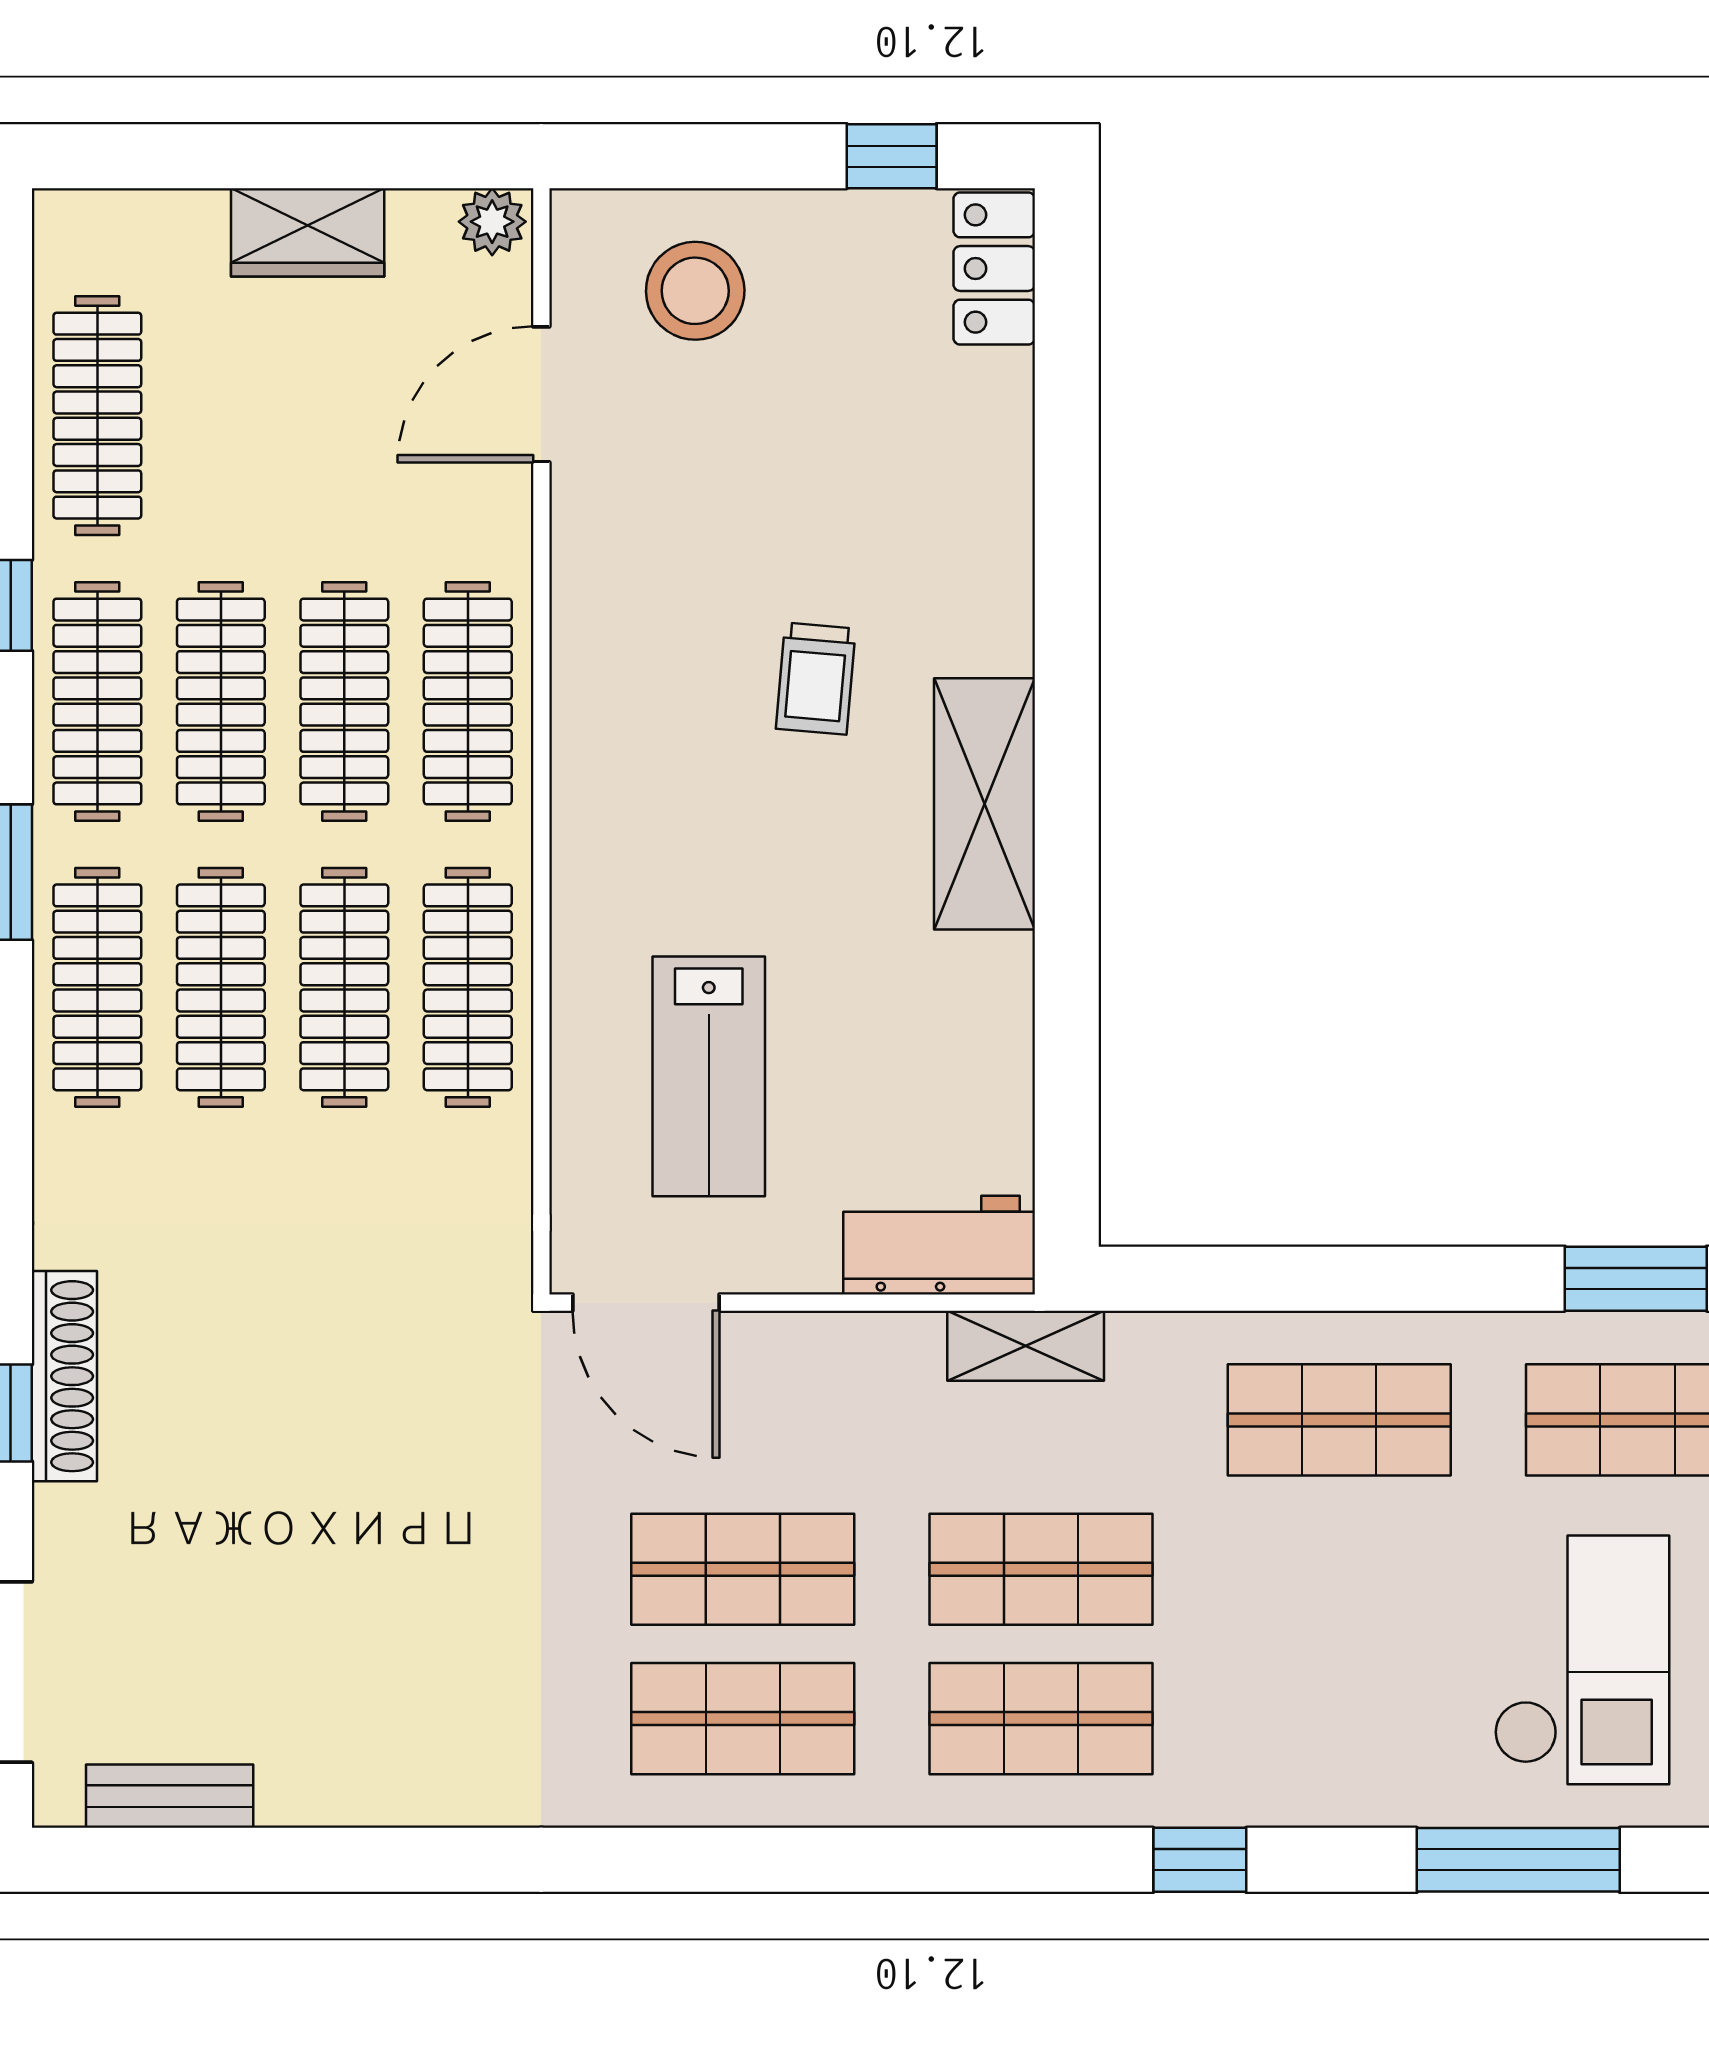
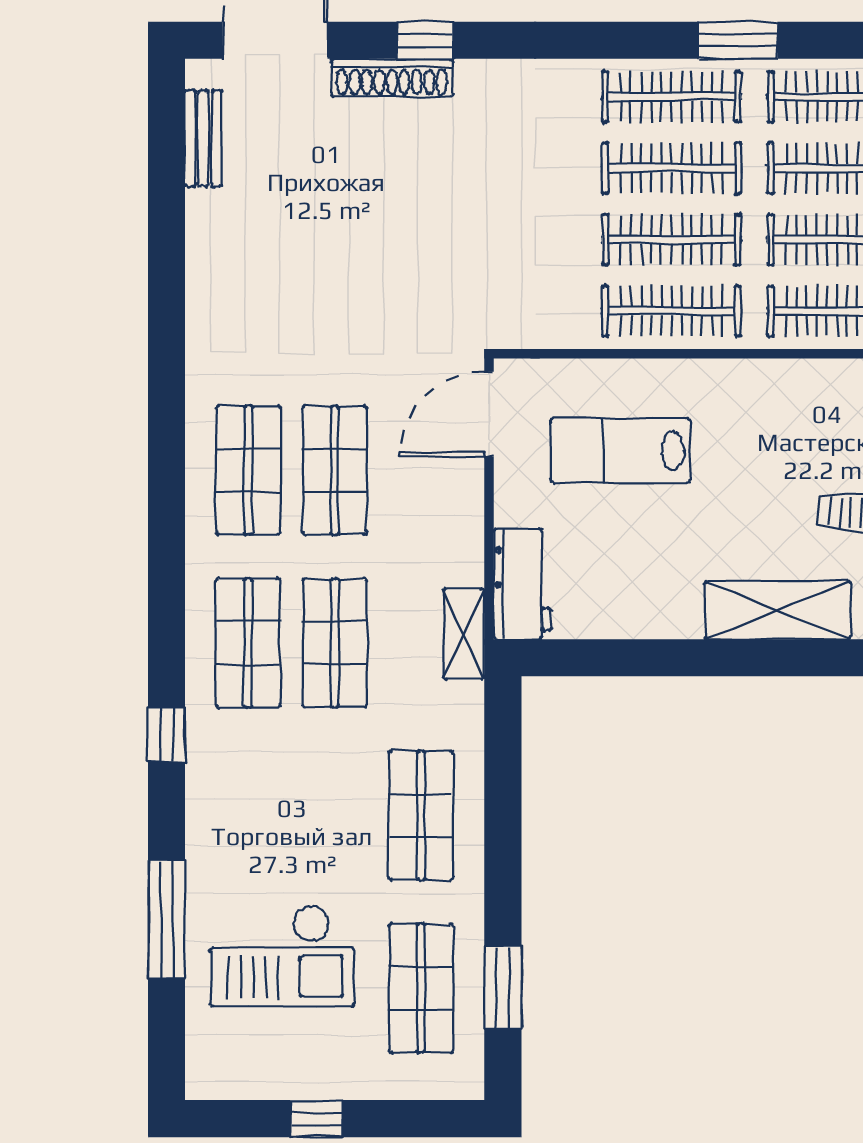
shoe rack: (64, 1376) -> (392, 78), moved

